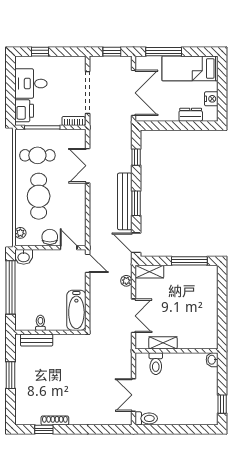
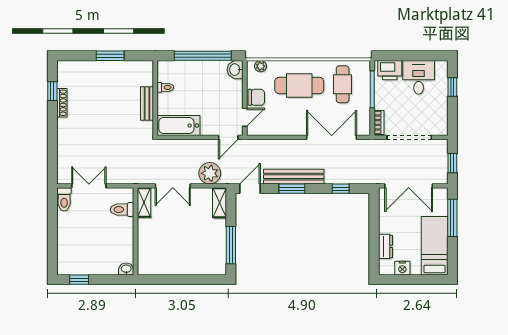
double door: (88, 166) -> (332, 137), width x1.37
plant: (126, 281) -> (210, 173), width x1.87, depth x1.87
bench: (37, 340) -> (147, 103), moved
shelving: (163, 343) -> (144, 203), moved

